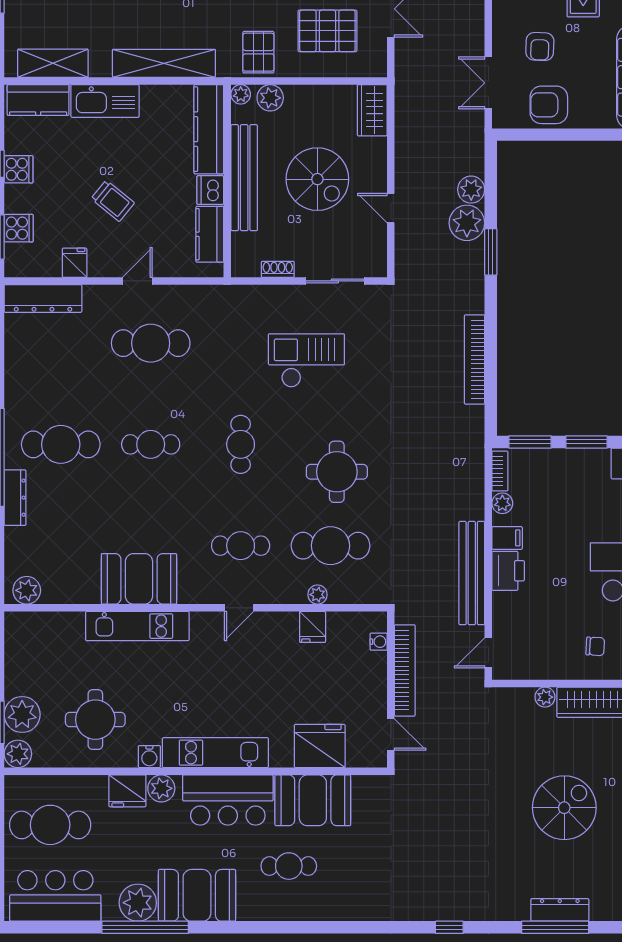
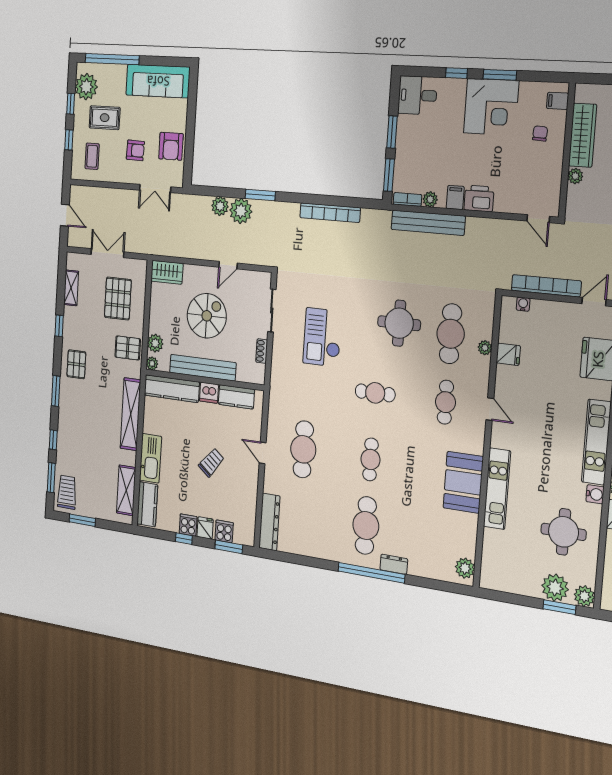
fridge: (75, 263) -> (205, 528), moved, turned 90
dresser: (15, 498) -> (394, 564), width x0.70
bench: (472, 573) -> (428, 223), moved

